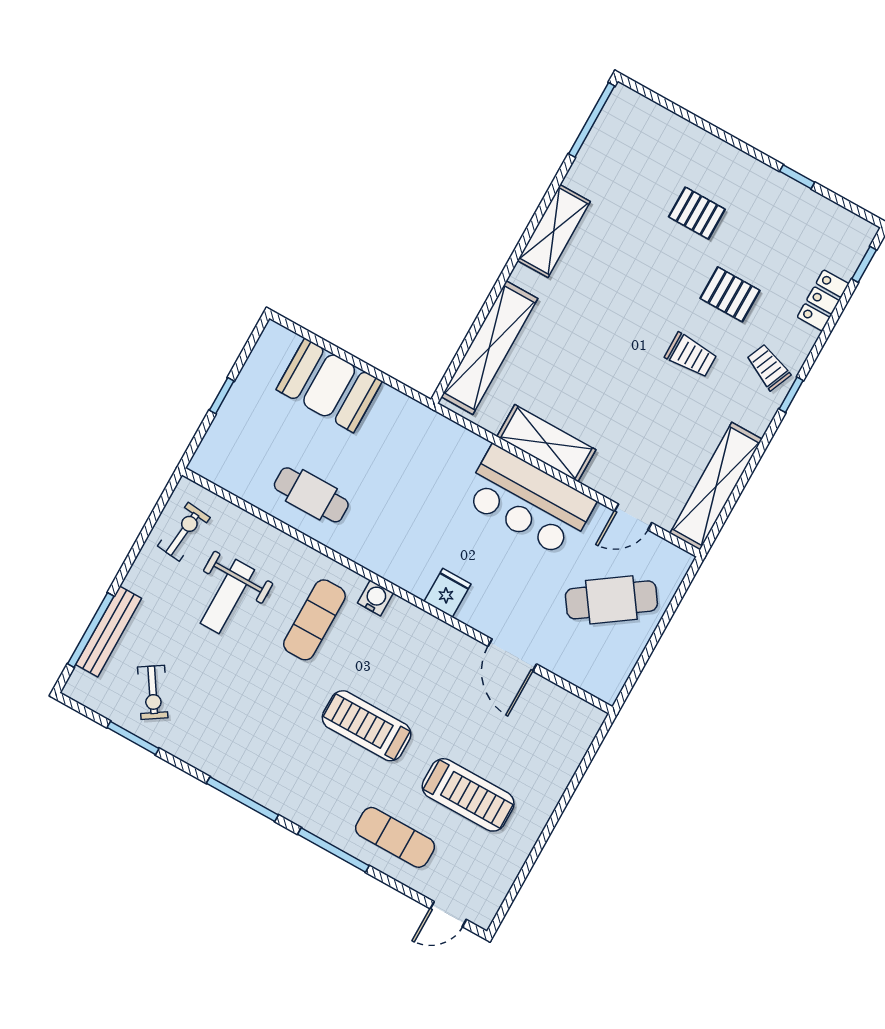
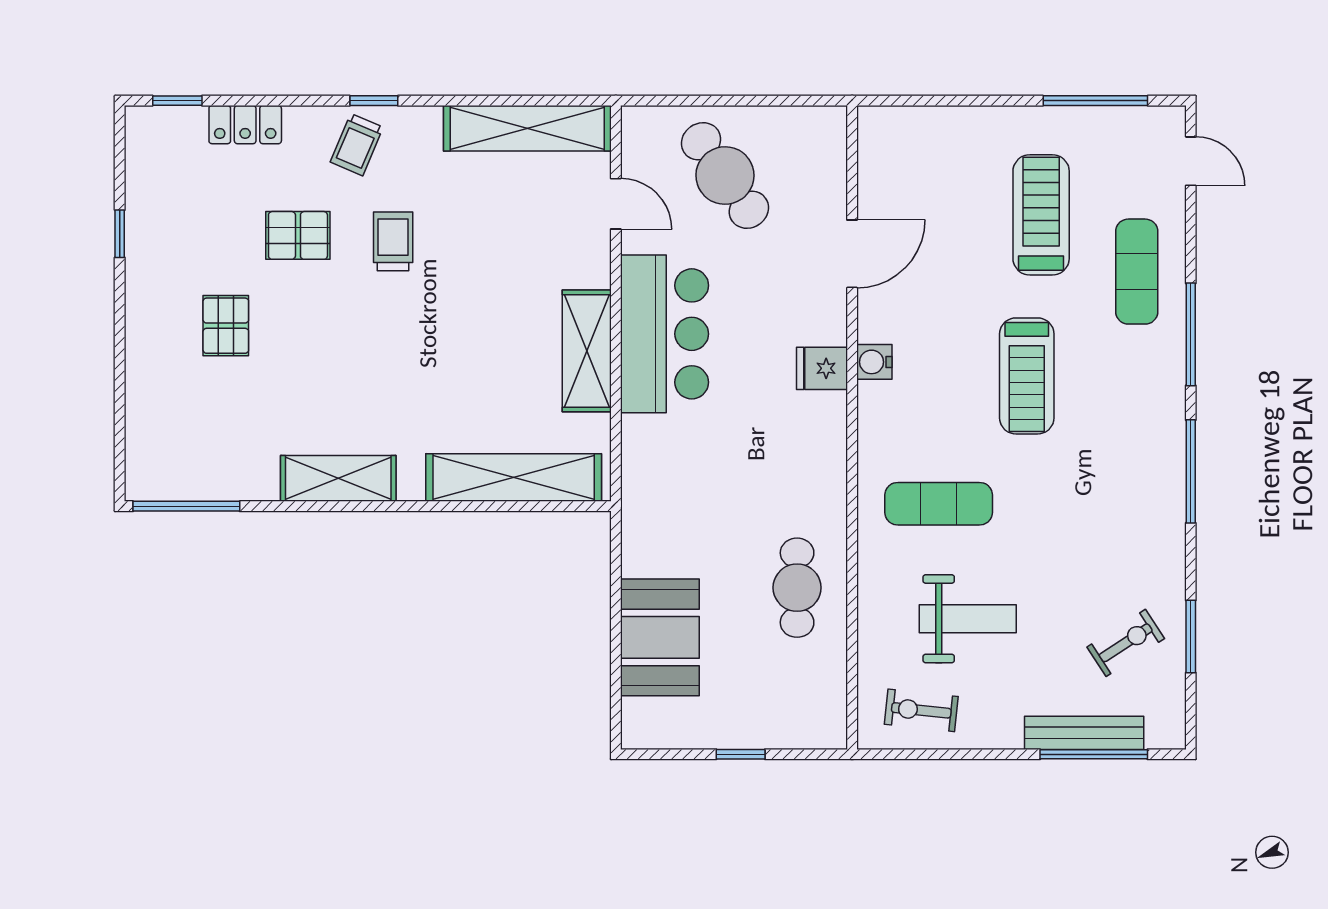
pallet: (730, 294) -> (298, 235), turned 90
water cooler: (375, 598) -> (874, 362), moved
window: (524, 873) -> (1095, 101), added

